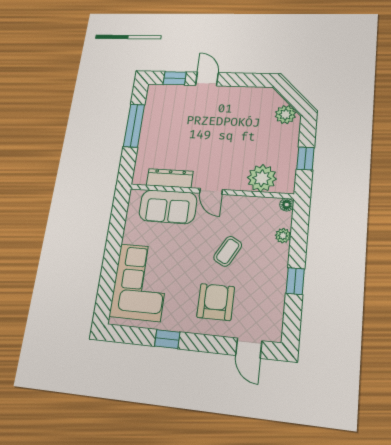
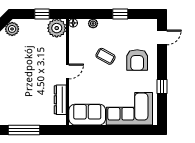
plant: (262, 178) -> (57, 28), moved
sofa: (168, 207) -> (87, 115), moved, turned -90
armchair: (216, 302) -> (137, 60), turned -90

